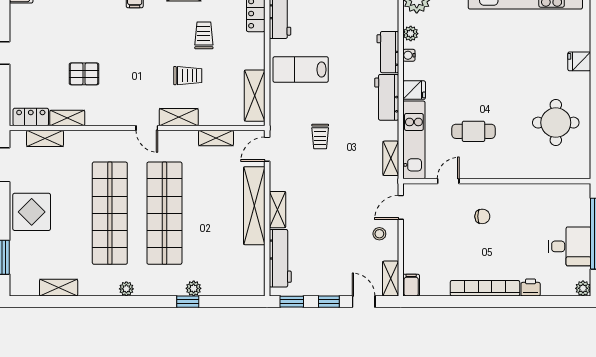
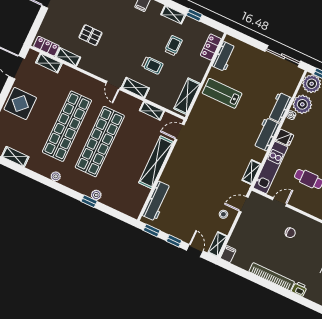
plant: (411, 34) -> (302, 104), width x1.87, depth x1.87
trolley: (320, 137) -> (215, 139), removed
shelving: (278, 210) -> (169, 171), removed

